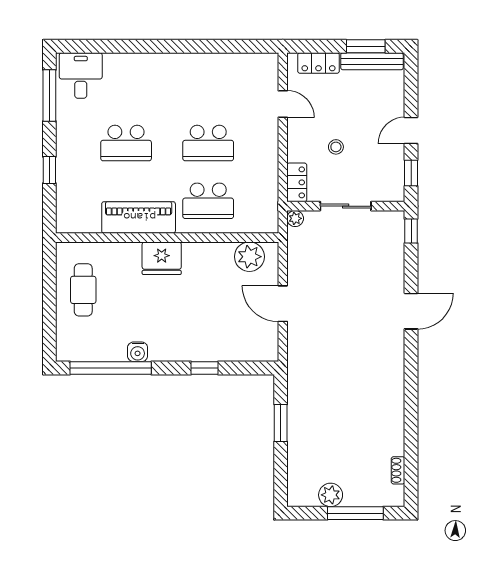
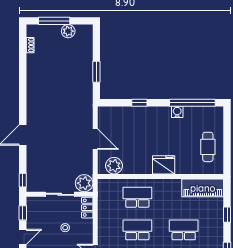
piano: (139, 217) -> (203, 188), moved
plant: (295, 218) -> (84, 183), width x1.88, depth x1.88

